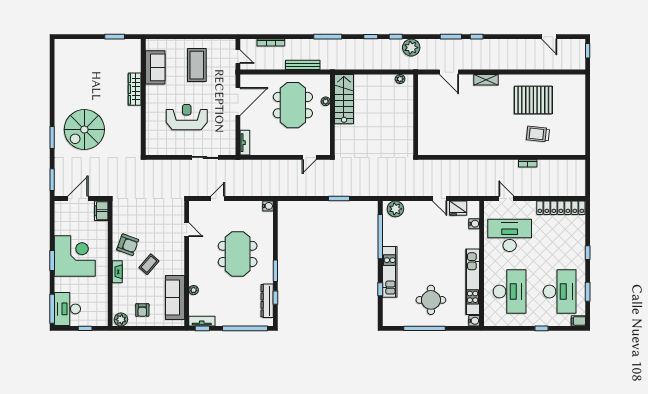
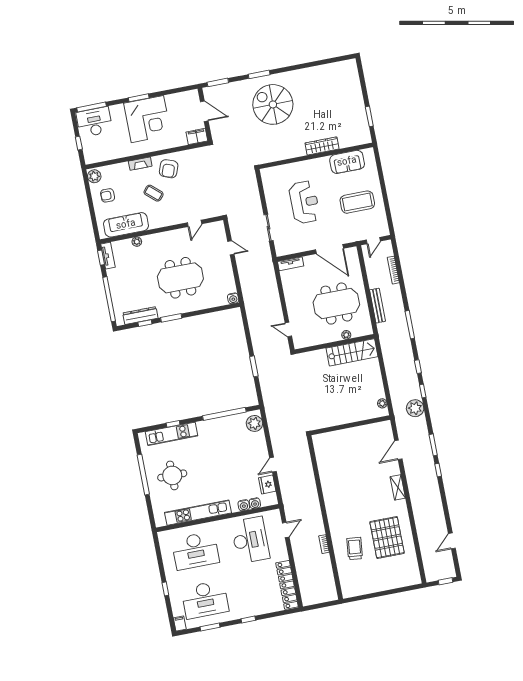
kitchen unit: (390, 272) -> (171, 434), moved
water cooler: (474, 321) -> (244, 505), moved

